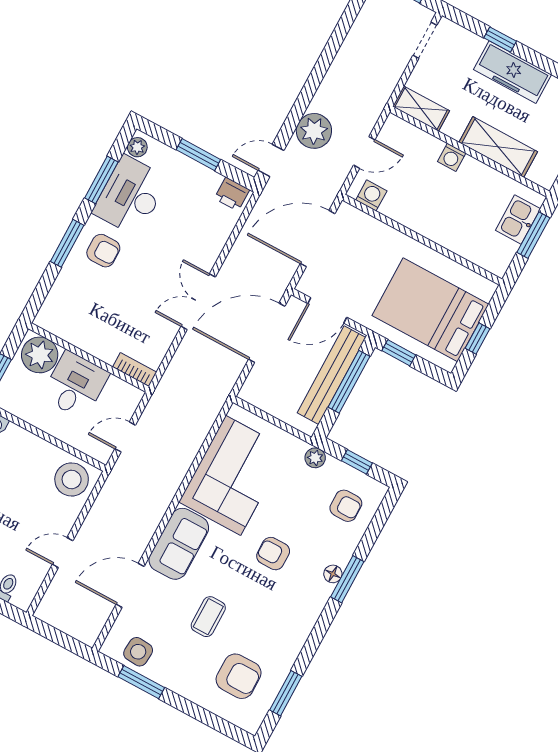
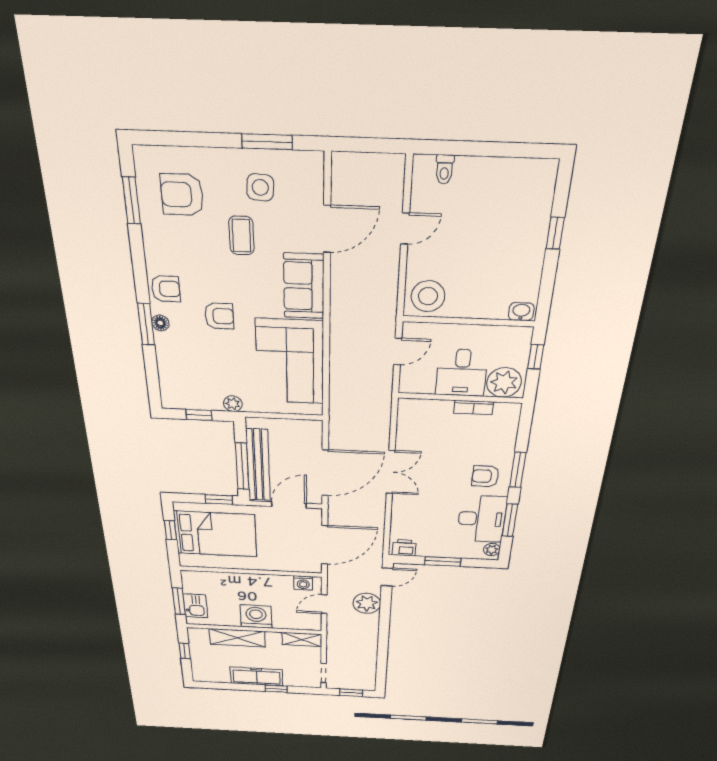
washing machine: (452, 157) -> (256, 617), width x1.89, depth x1.89
bookcase: (135, 370) -> (474, 408), moved
armchair: (346, 506) -> (166, 289), moved, turned 180
side table: (138, 652) -> (260, 187), moved

